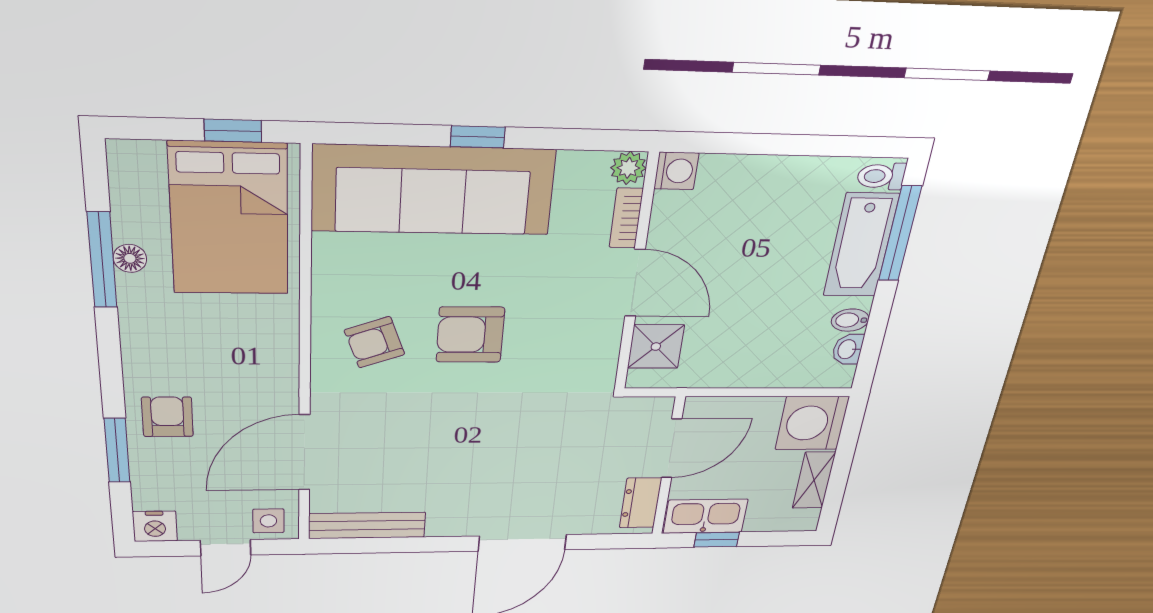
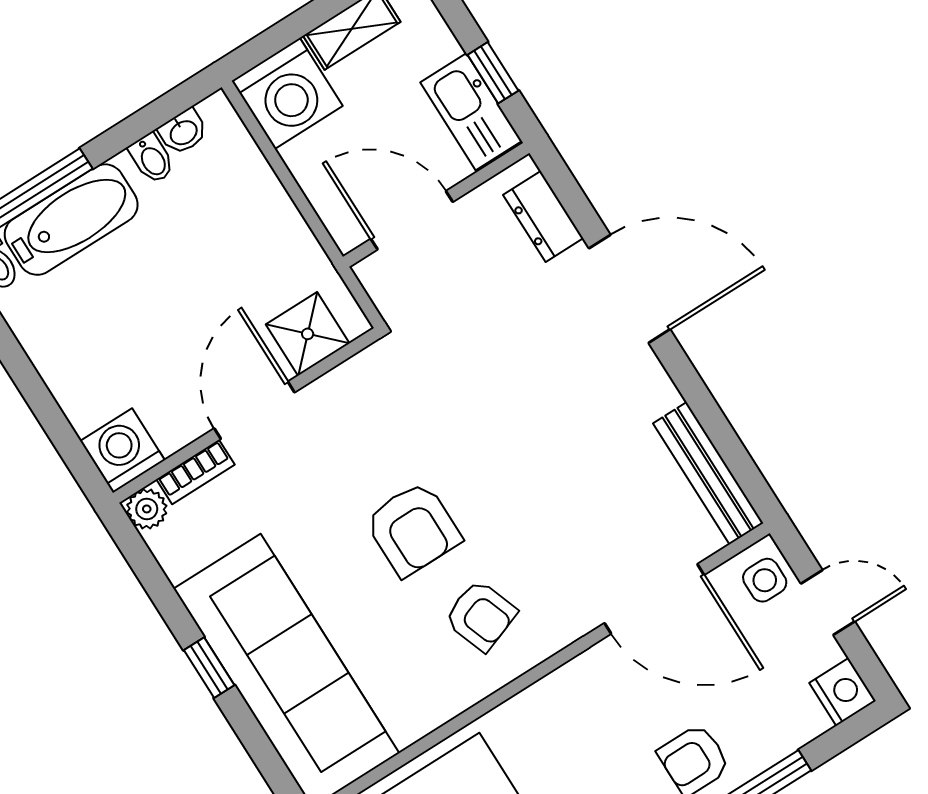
washing machine: (676, 171) -> (122, 451), width x1.38, depth x1.38
dresser: (641, 503) -> (543, 217), moved, turned 90

